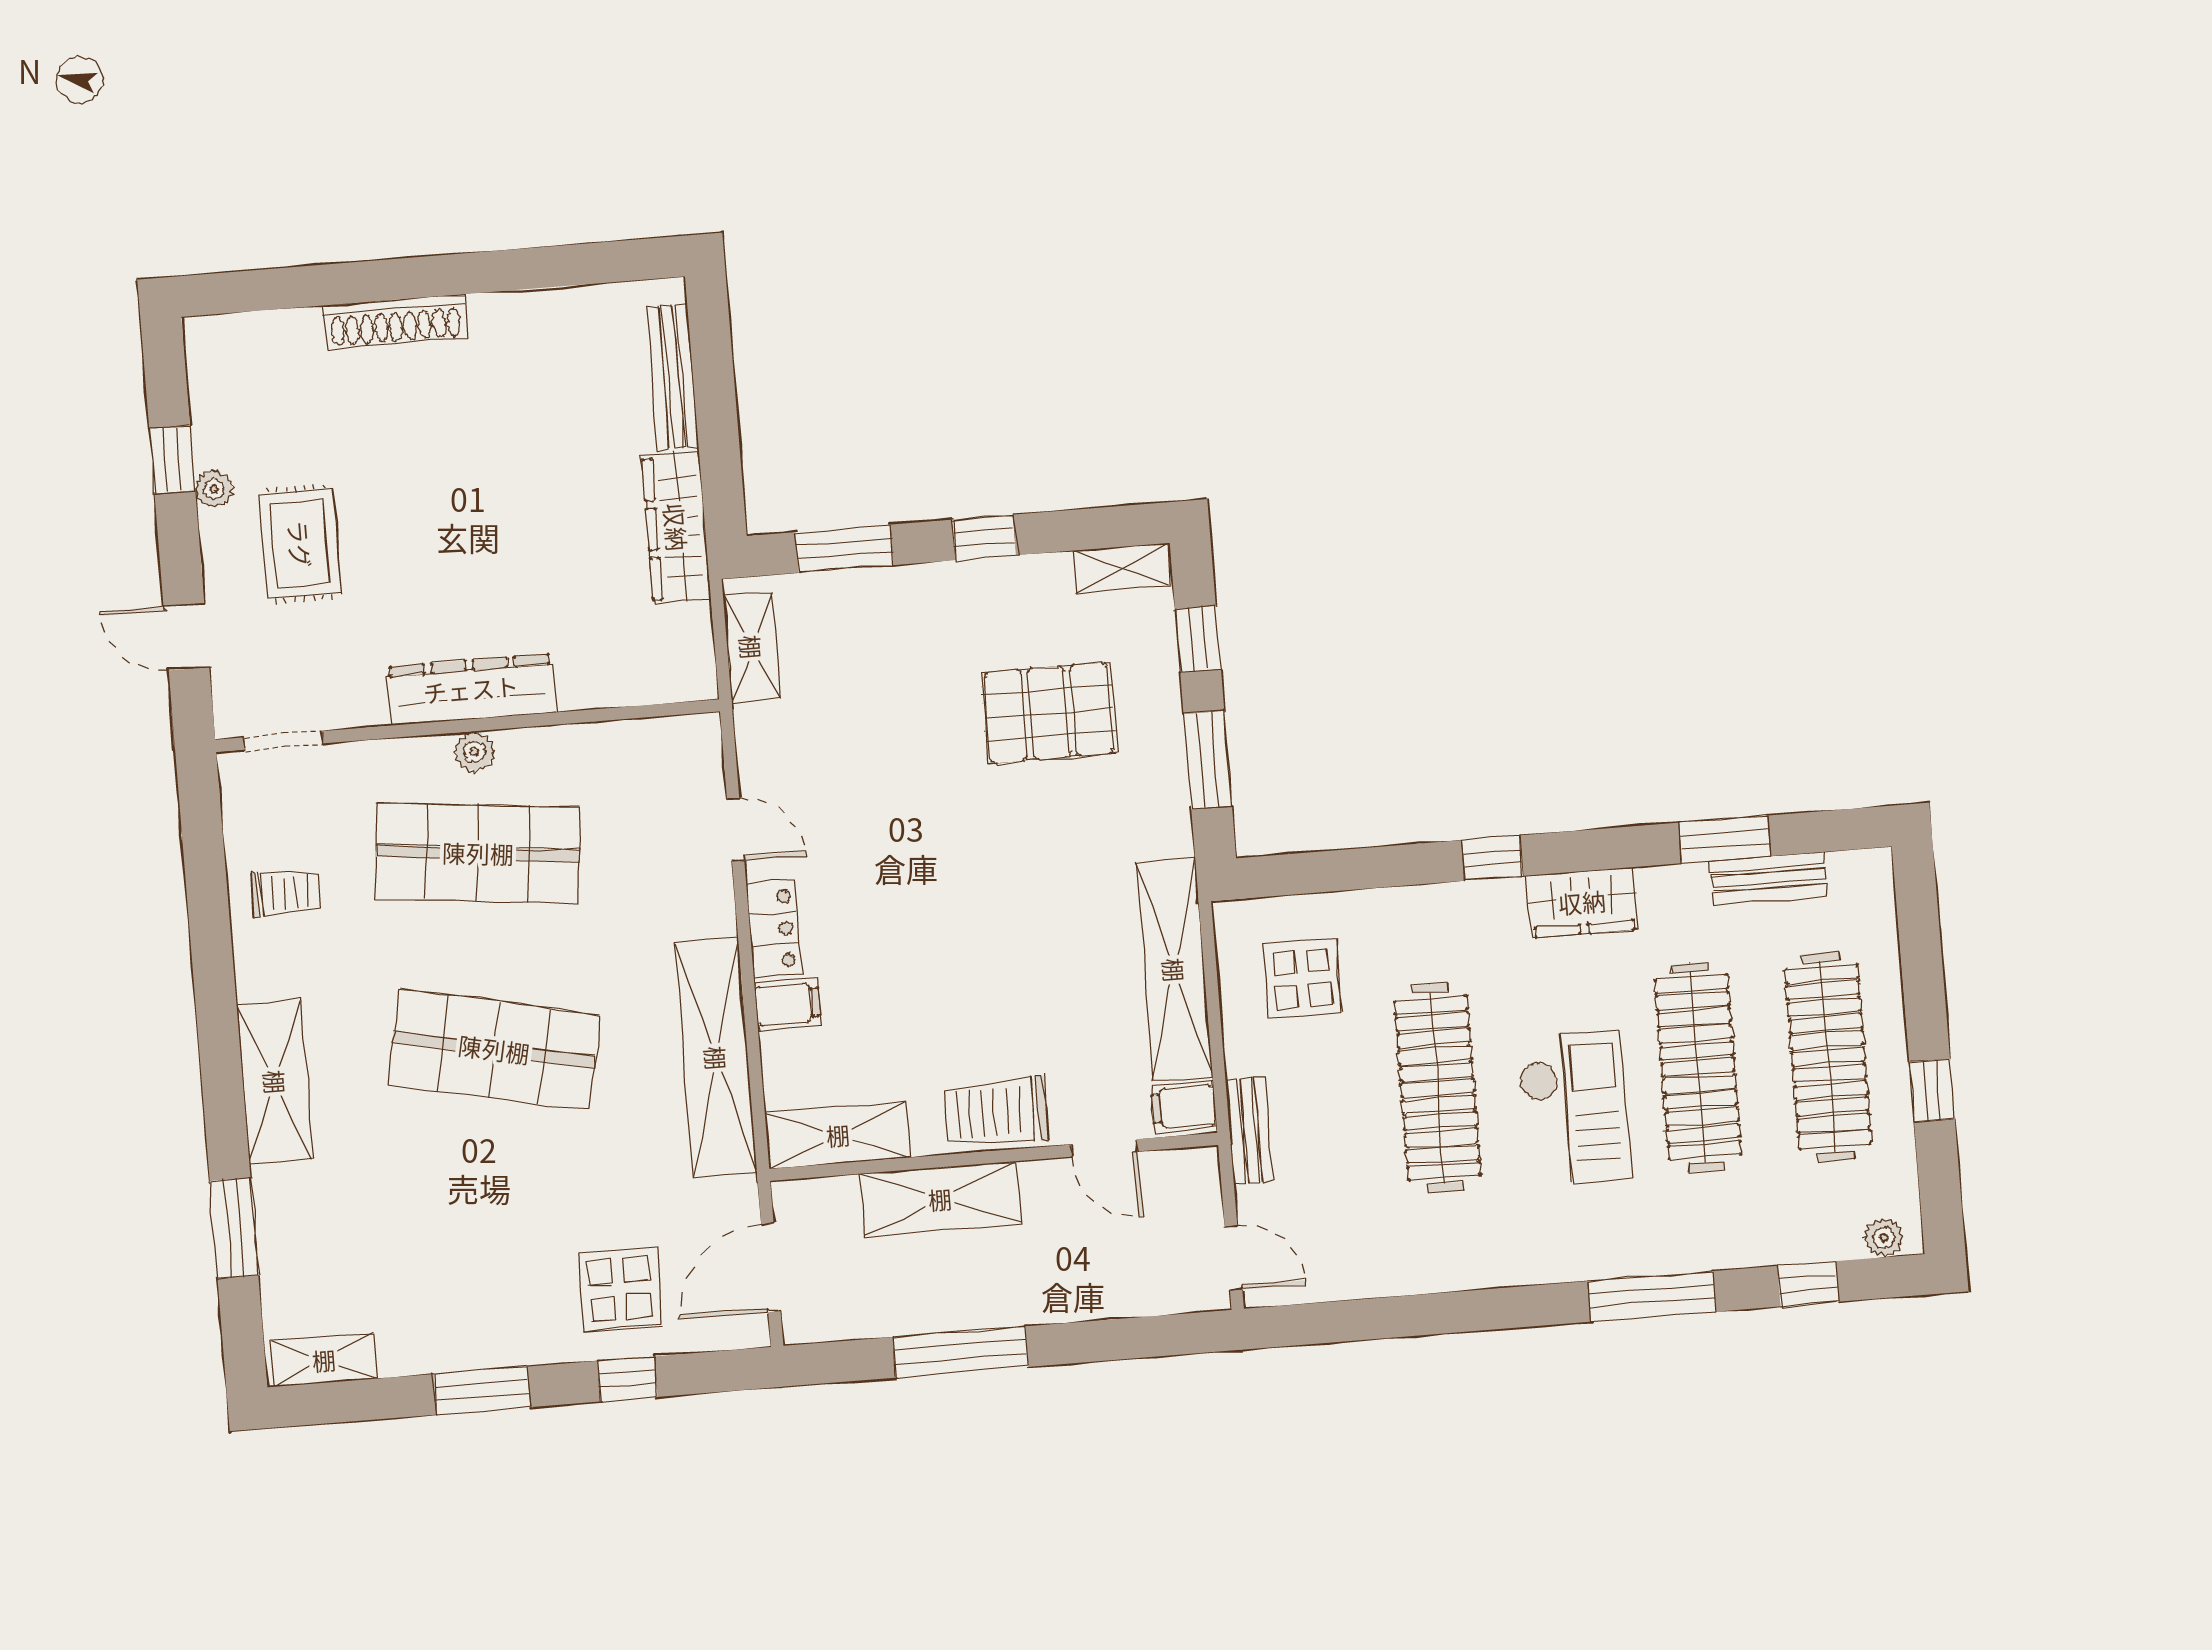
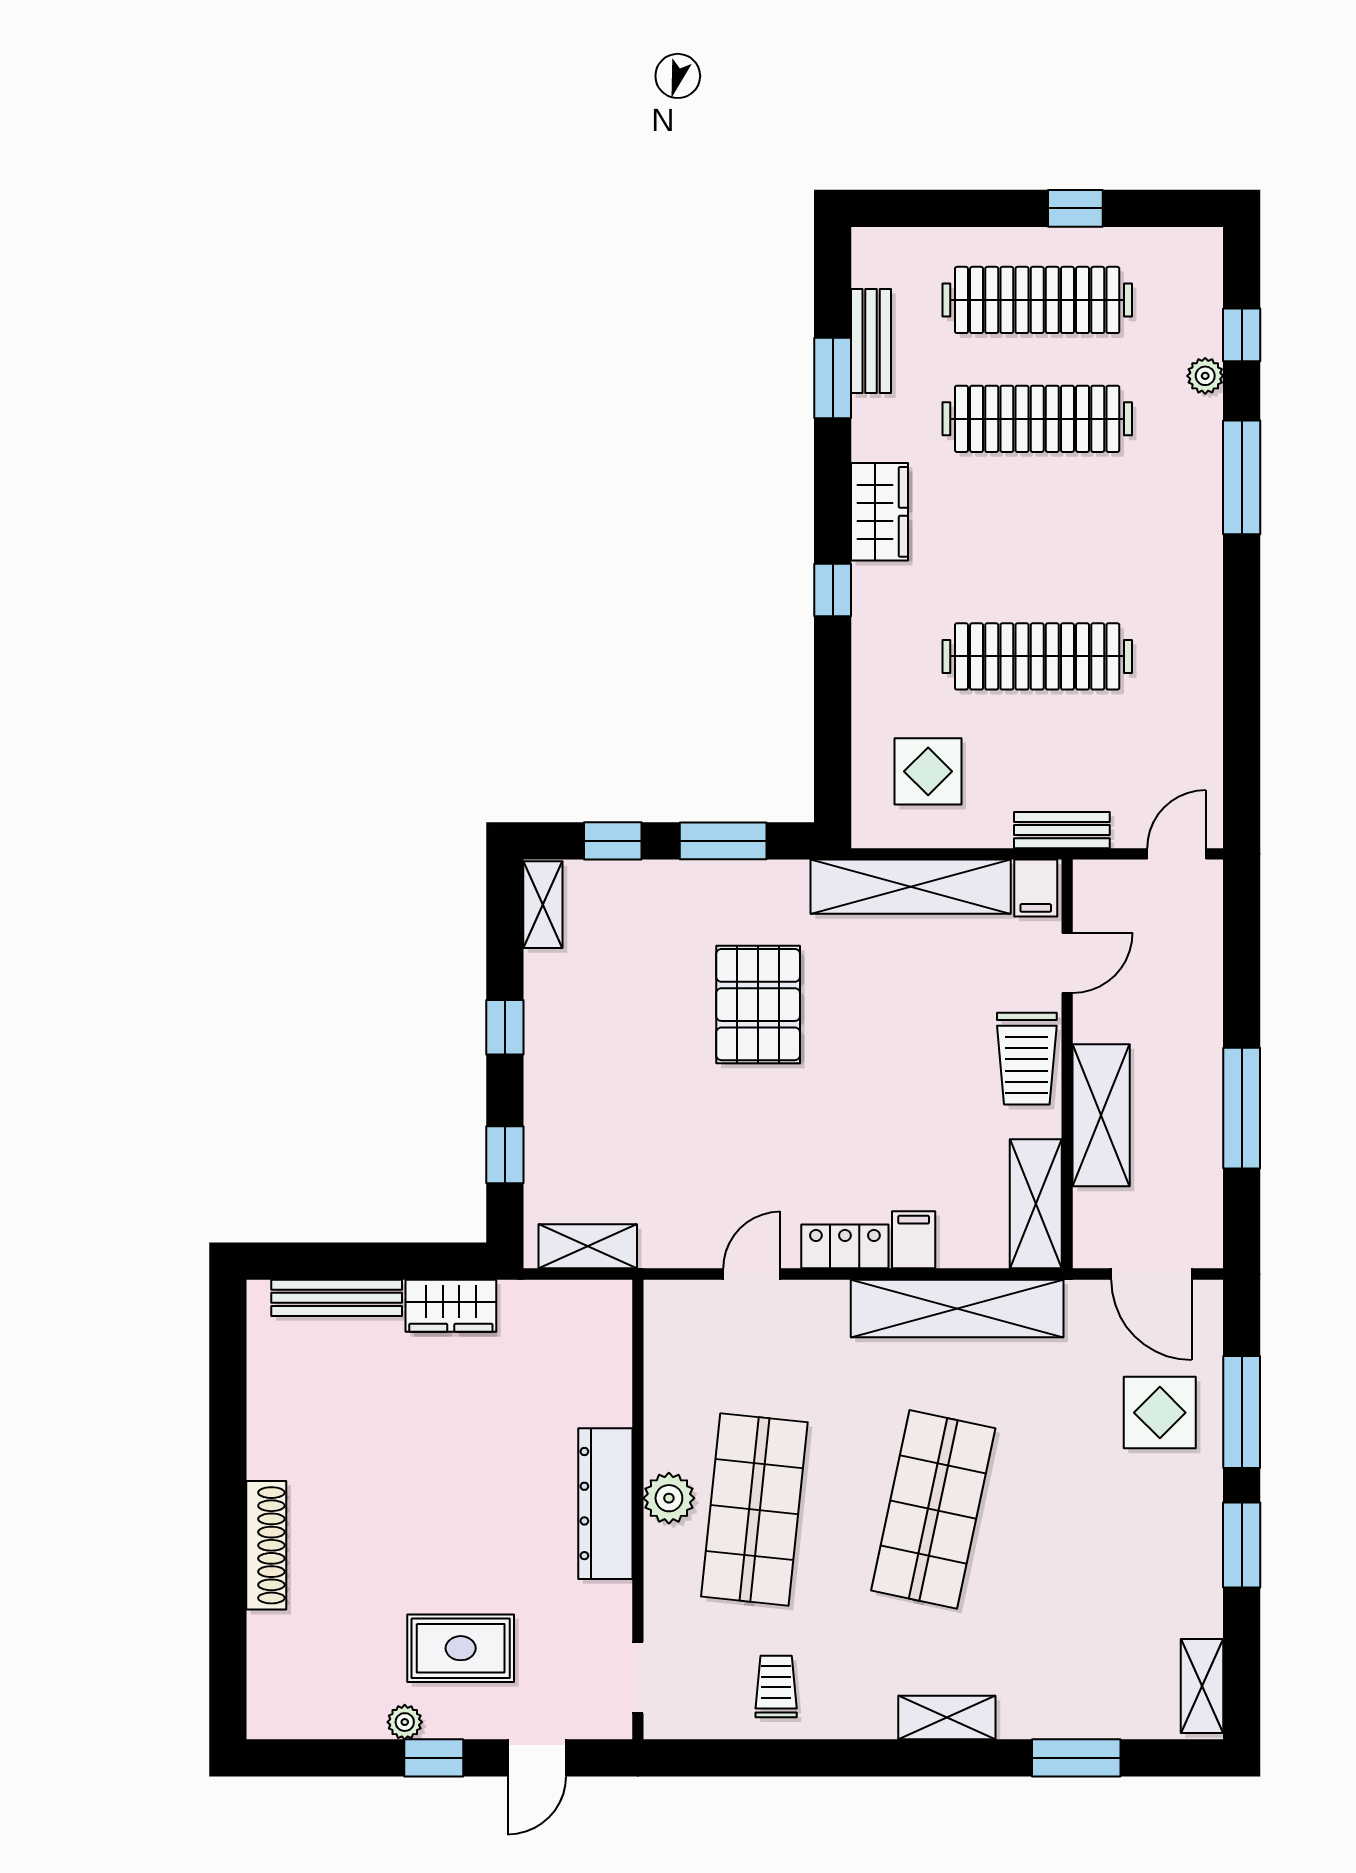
window: (172, 460) -> (434, 1758), moved
wardrobe: (676, 527) -> (451, 1306), width x0.67
window: (845, 549) -> (505, 1155), width x0.67
pallet: (1049, 713) -> (758, 1005), moved
plant: (474, 752) -> (669, 1498), width x1.38, depth x1.38
shelving: (275, 1082) -> (947, 1717), width x0.67, depth x0.75
checkout: (1574, 1108) -> (1065, 534), removed
plant: (1884, 1237) -> (1205, 376), moved
window: (628, 1379) -> (1242, 1412), width x2.17

